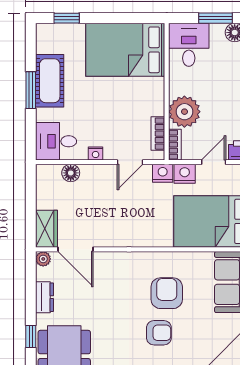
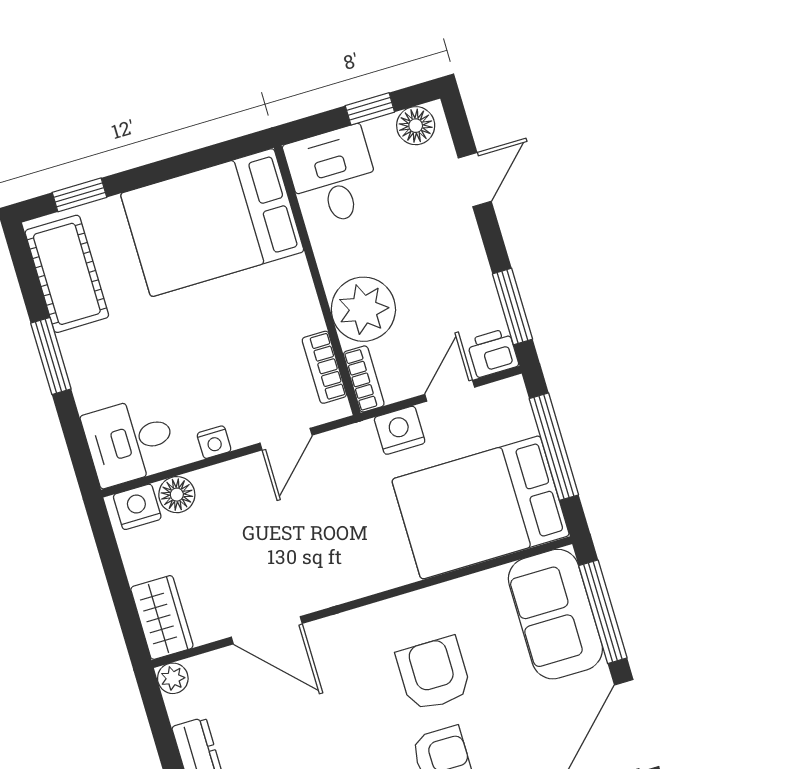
window: (216, 18) -> (370, 109), width x0.67
cot: (50, 81) -> (67, 274), moved
nightstand: (163, 173) -> (137, 507), moved
door: (76, 249) -> (267, 630), moved

